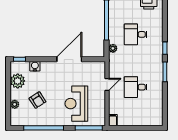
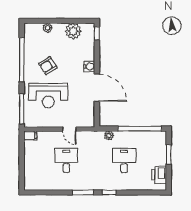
water cooler: (35, 66) -> (89, 66), moved
armchair: (37, 100) -> (48, 66), moved
reception desk: (76, 104) -> (48, 96), turned 180

